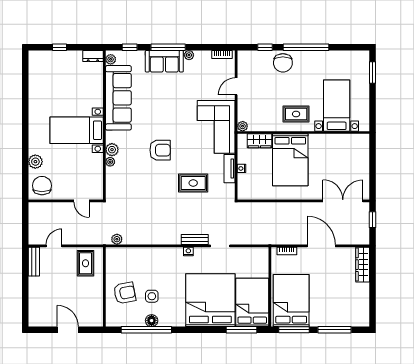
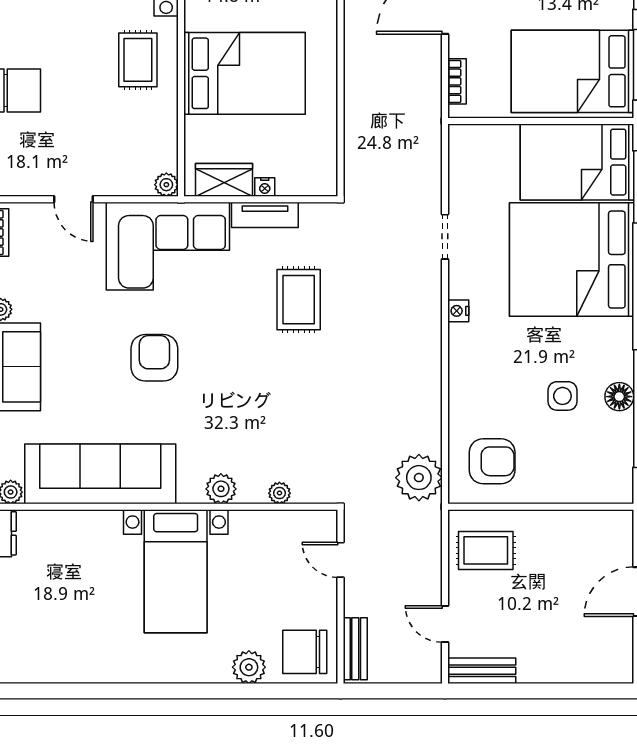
wardrobe: (260, 141) -> (224, 180), moved, turned -90
armchair: (160, 150) -> (154, 358), moved
plant: (110, 162) -> (279, 493), moved
door: (81, 201) -> (341, 560), swing flipped
plant: (117, 239) -> (419, 478), width x1.87, depth x1.87
bench: (195, 239) -> (355, 649), moved
armchair: (125, 293) -> (492, 461), moved, turned 101

